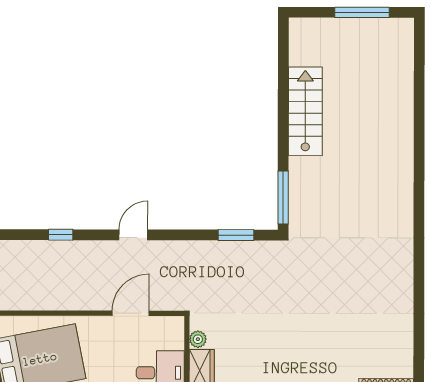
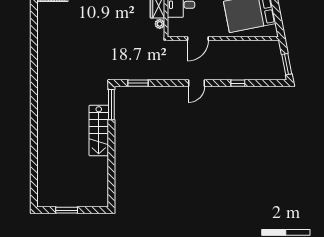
window: (362, 12) -> (67, 210), width x0.69
stairs: (305, 111) -> (99, 130), moved

